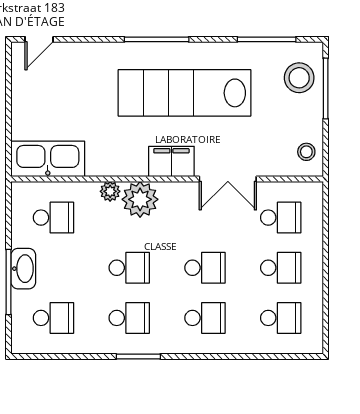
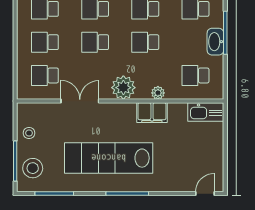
lab bench: (184, 93) -> (109, 158), turned 180
stool: (306, 152) -> (29, 133), moved
kitchen sink: (48, 159) -> (206, 112), width x0.73, depth x0.81
filing cabinet: (171, 161) -> (152, 113), moved
plant: (140, 199) -> (123, 88), moved

